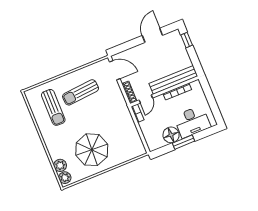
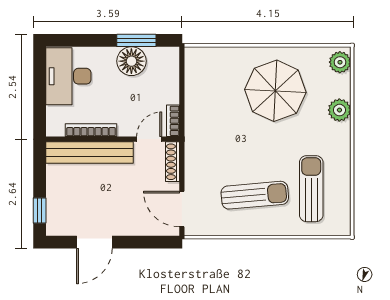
desk: (192, 122) -> (68, 76), moved, turned -90
window: (183, 142) -> (136, 40), moved
plant: (60, 165) -> (339, 110), moved

